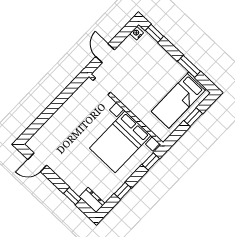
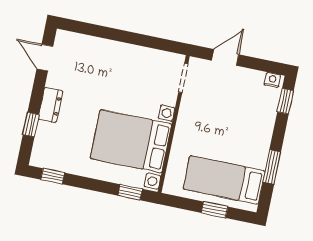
window: (123, 191) -> (53, 176), moved
dresser: (92, 200) -> (50, 105), moved

